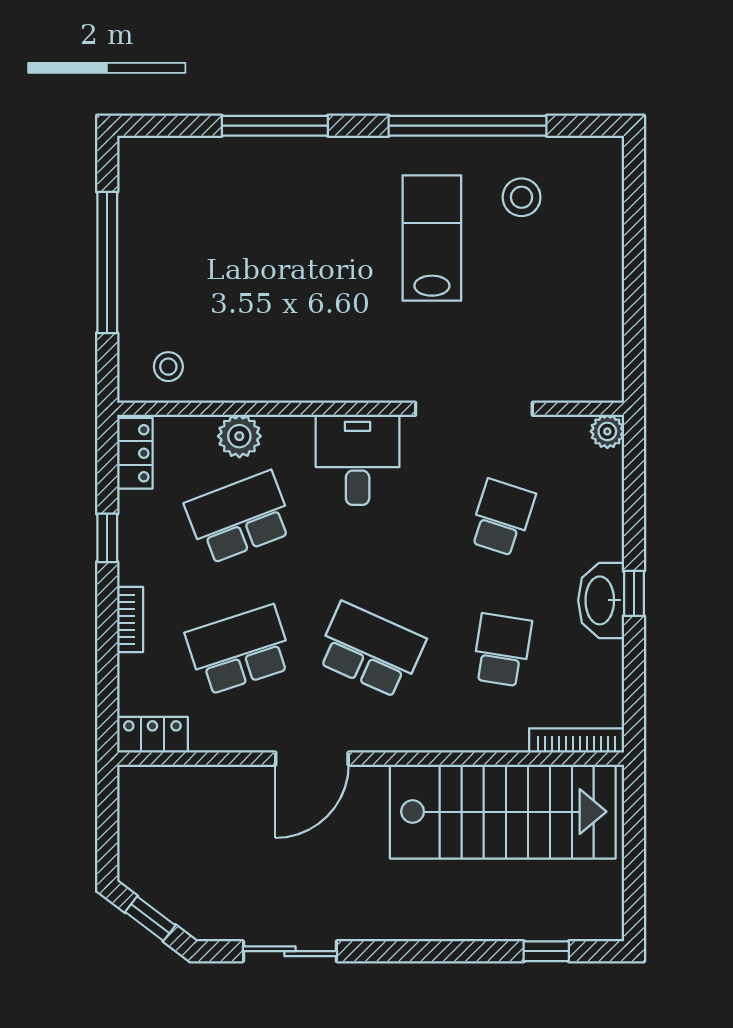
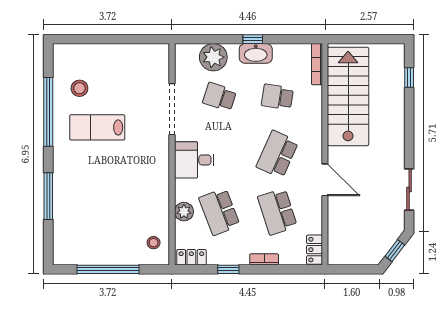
plant: (607, 431) -> (213, 57), moved, width x1.88, depth x1.88

